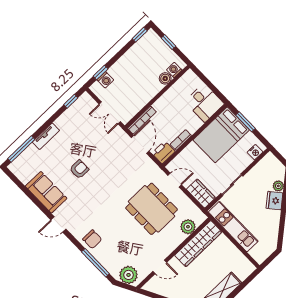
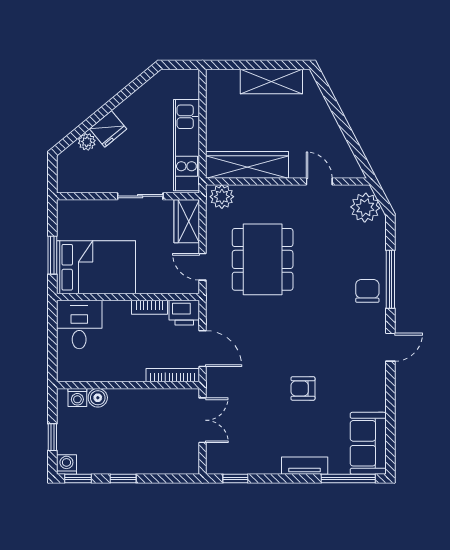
window: (101, 72) -> (123, 479), moved
washing machine: (105, 80) -> (66, 464), moved
door: (140, 144) -> (202, 349), swing flipped
nightstand: (255, 152) -> (76, 208), removed
sofa: (46, 192) -> (368, 443), moved
door: (58, 224) -> (390, 347), hinge flipped
plant: (188, 227) -> (222, 197), moved
window: (95, 263) -> (390, 279), moved

